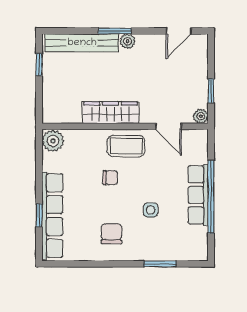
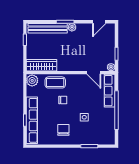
wardrobe: (111, 113) -> (41, 65), moved
coffee table: (126, 146) -> (55, 82), moved
row of seats: (198, 195) -> (110, 91), moved

